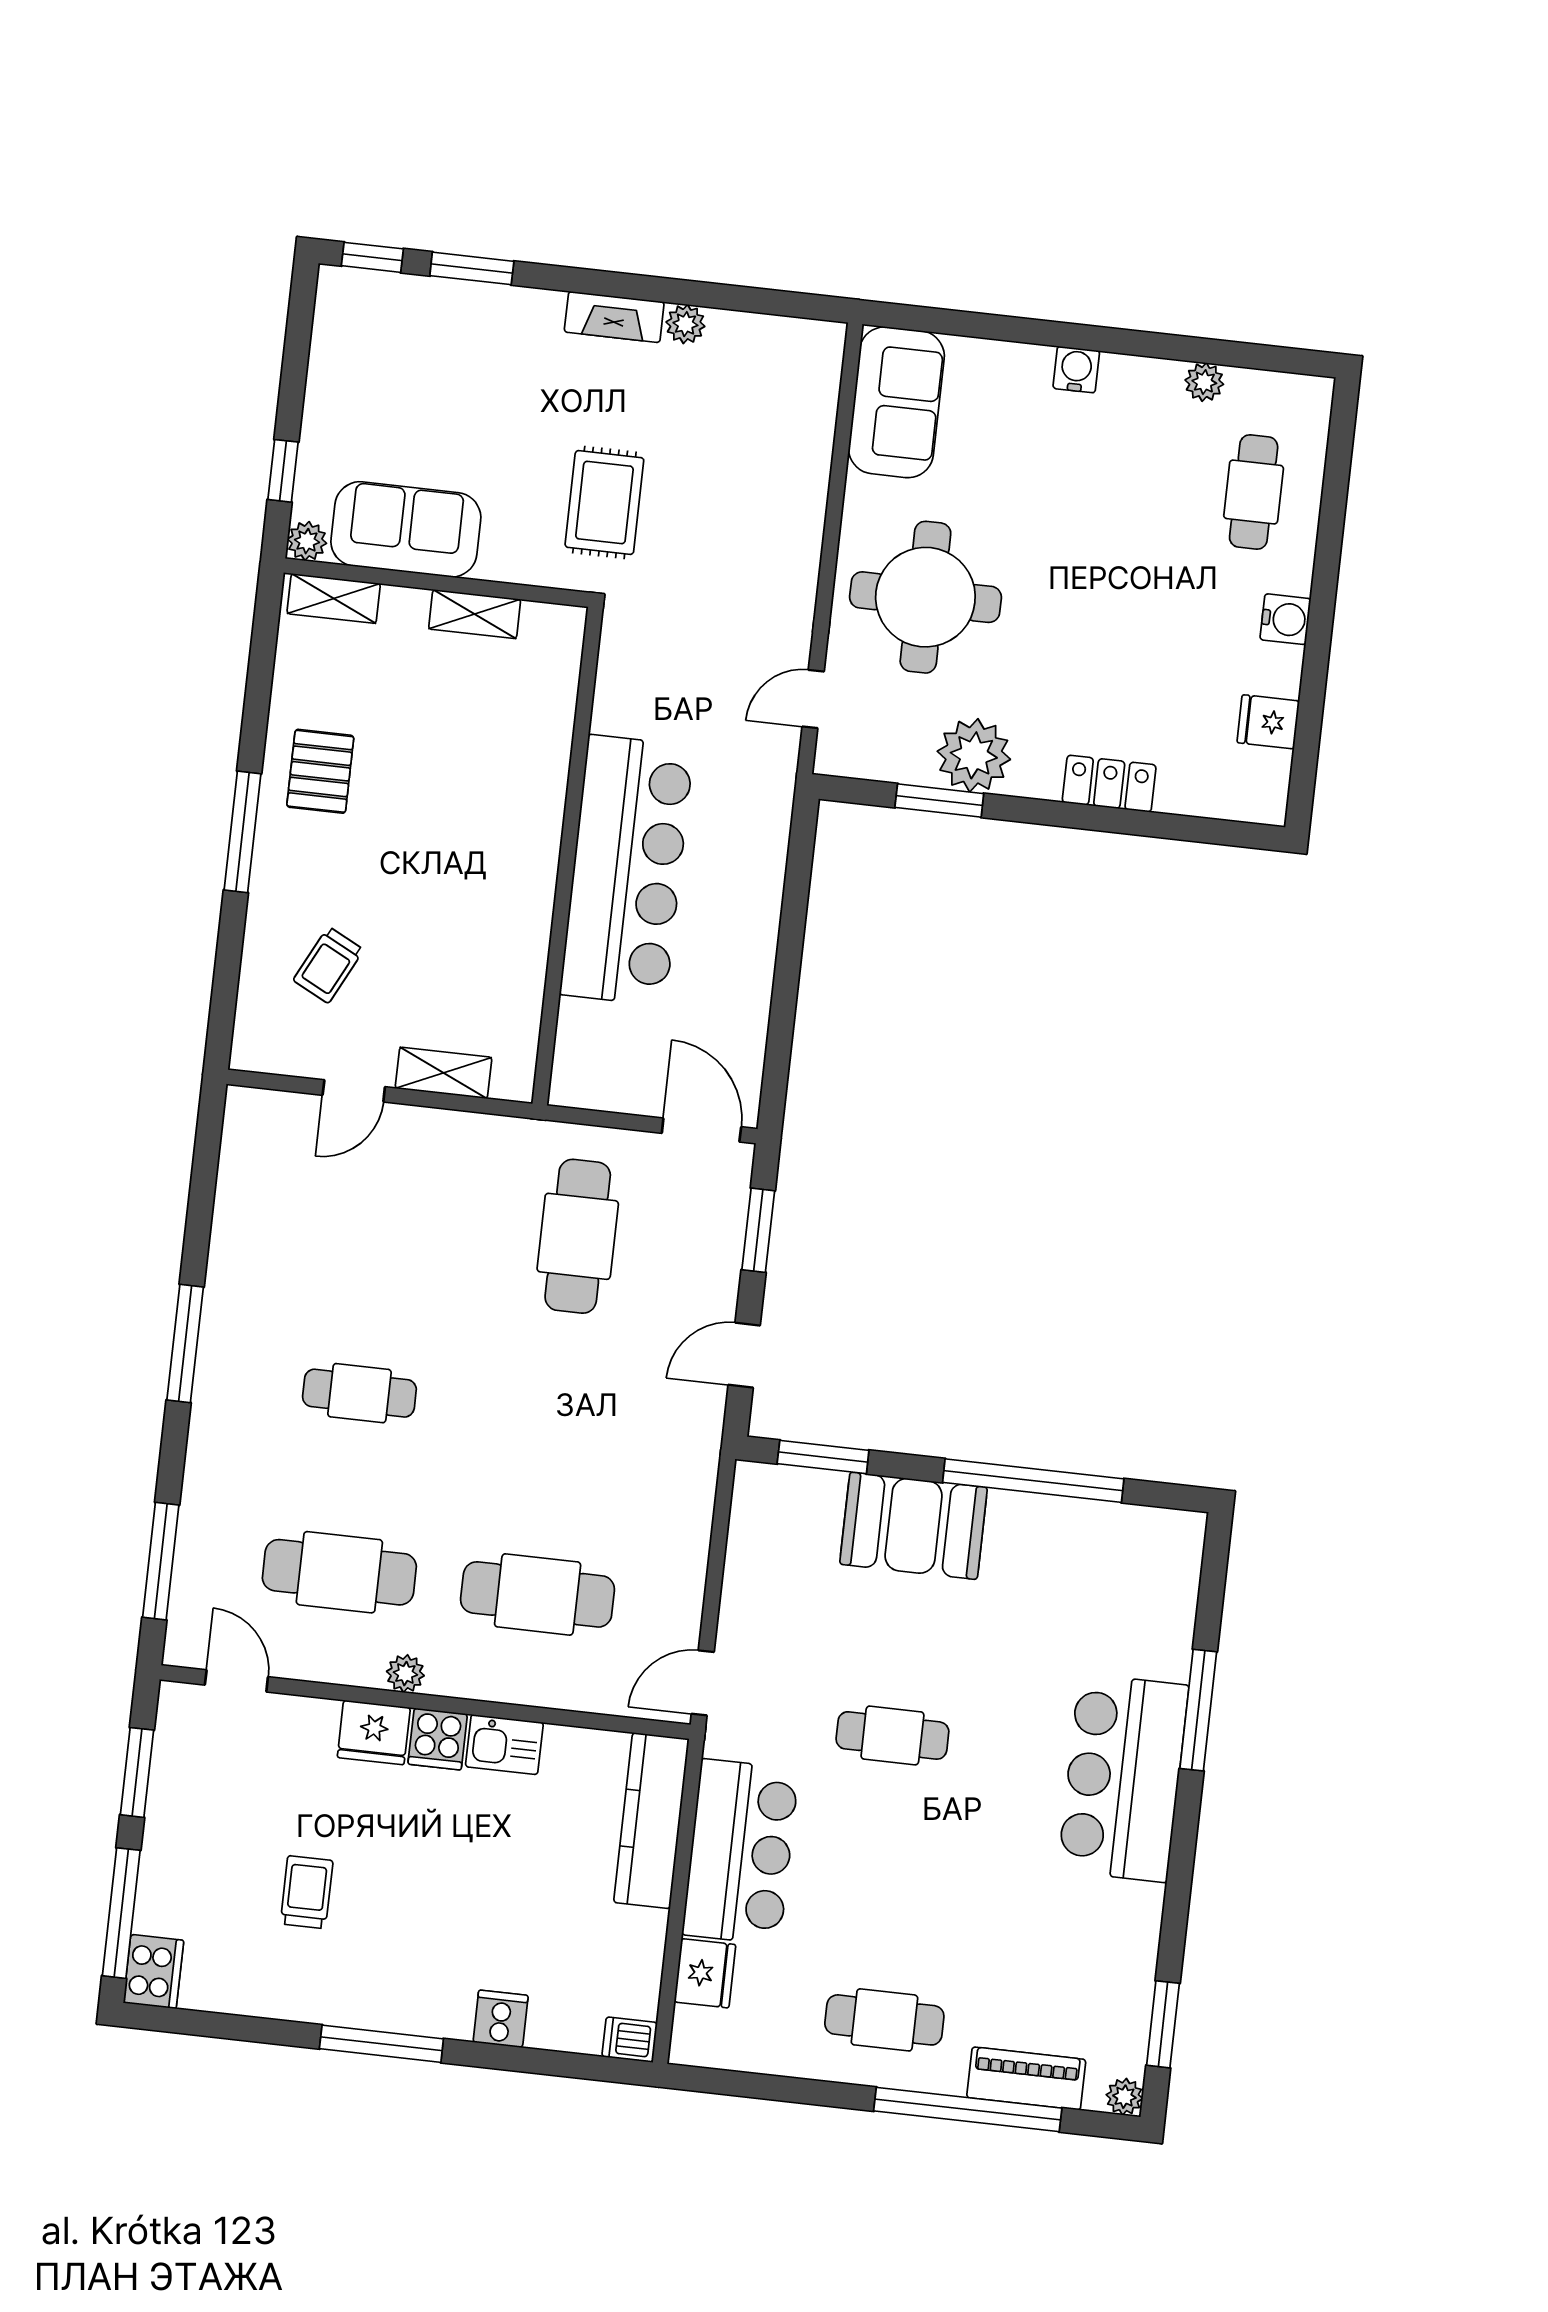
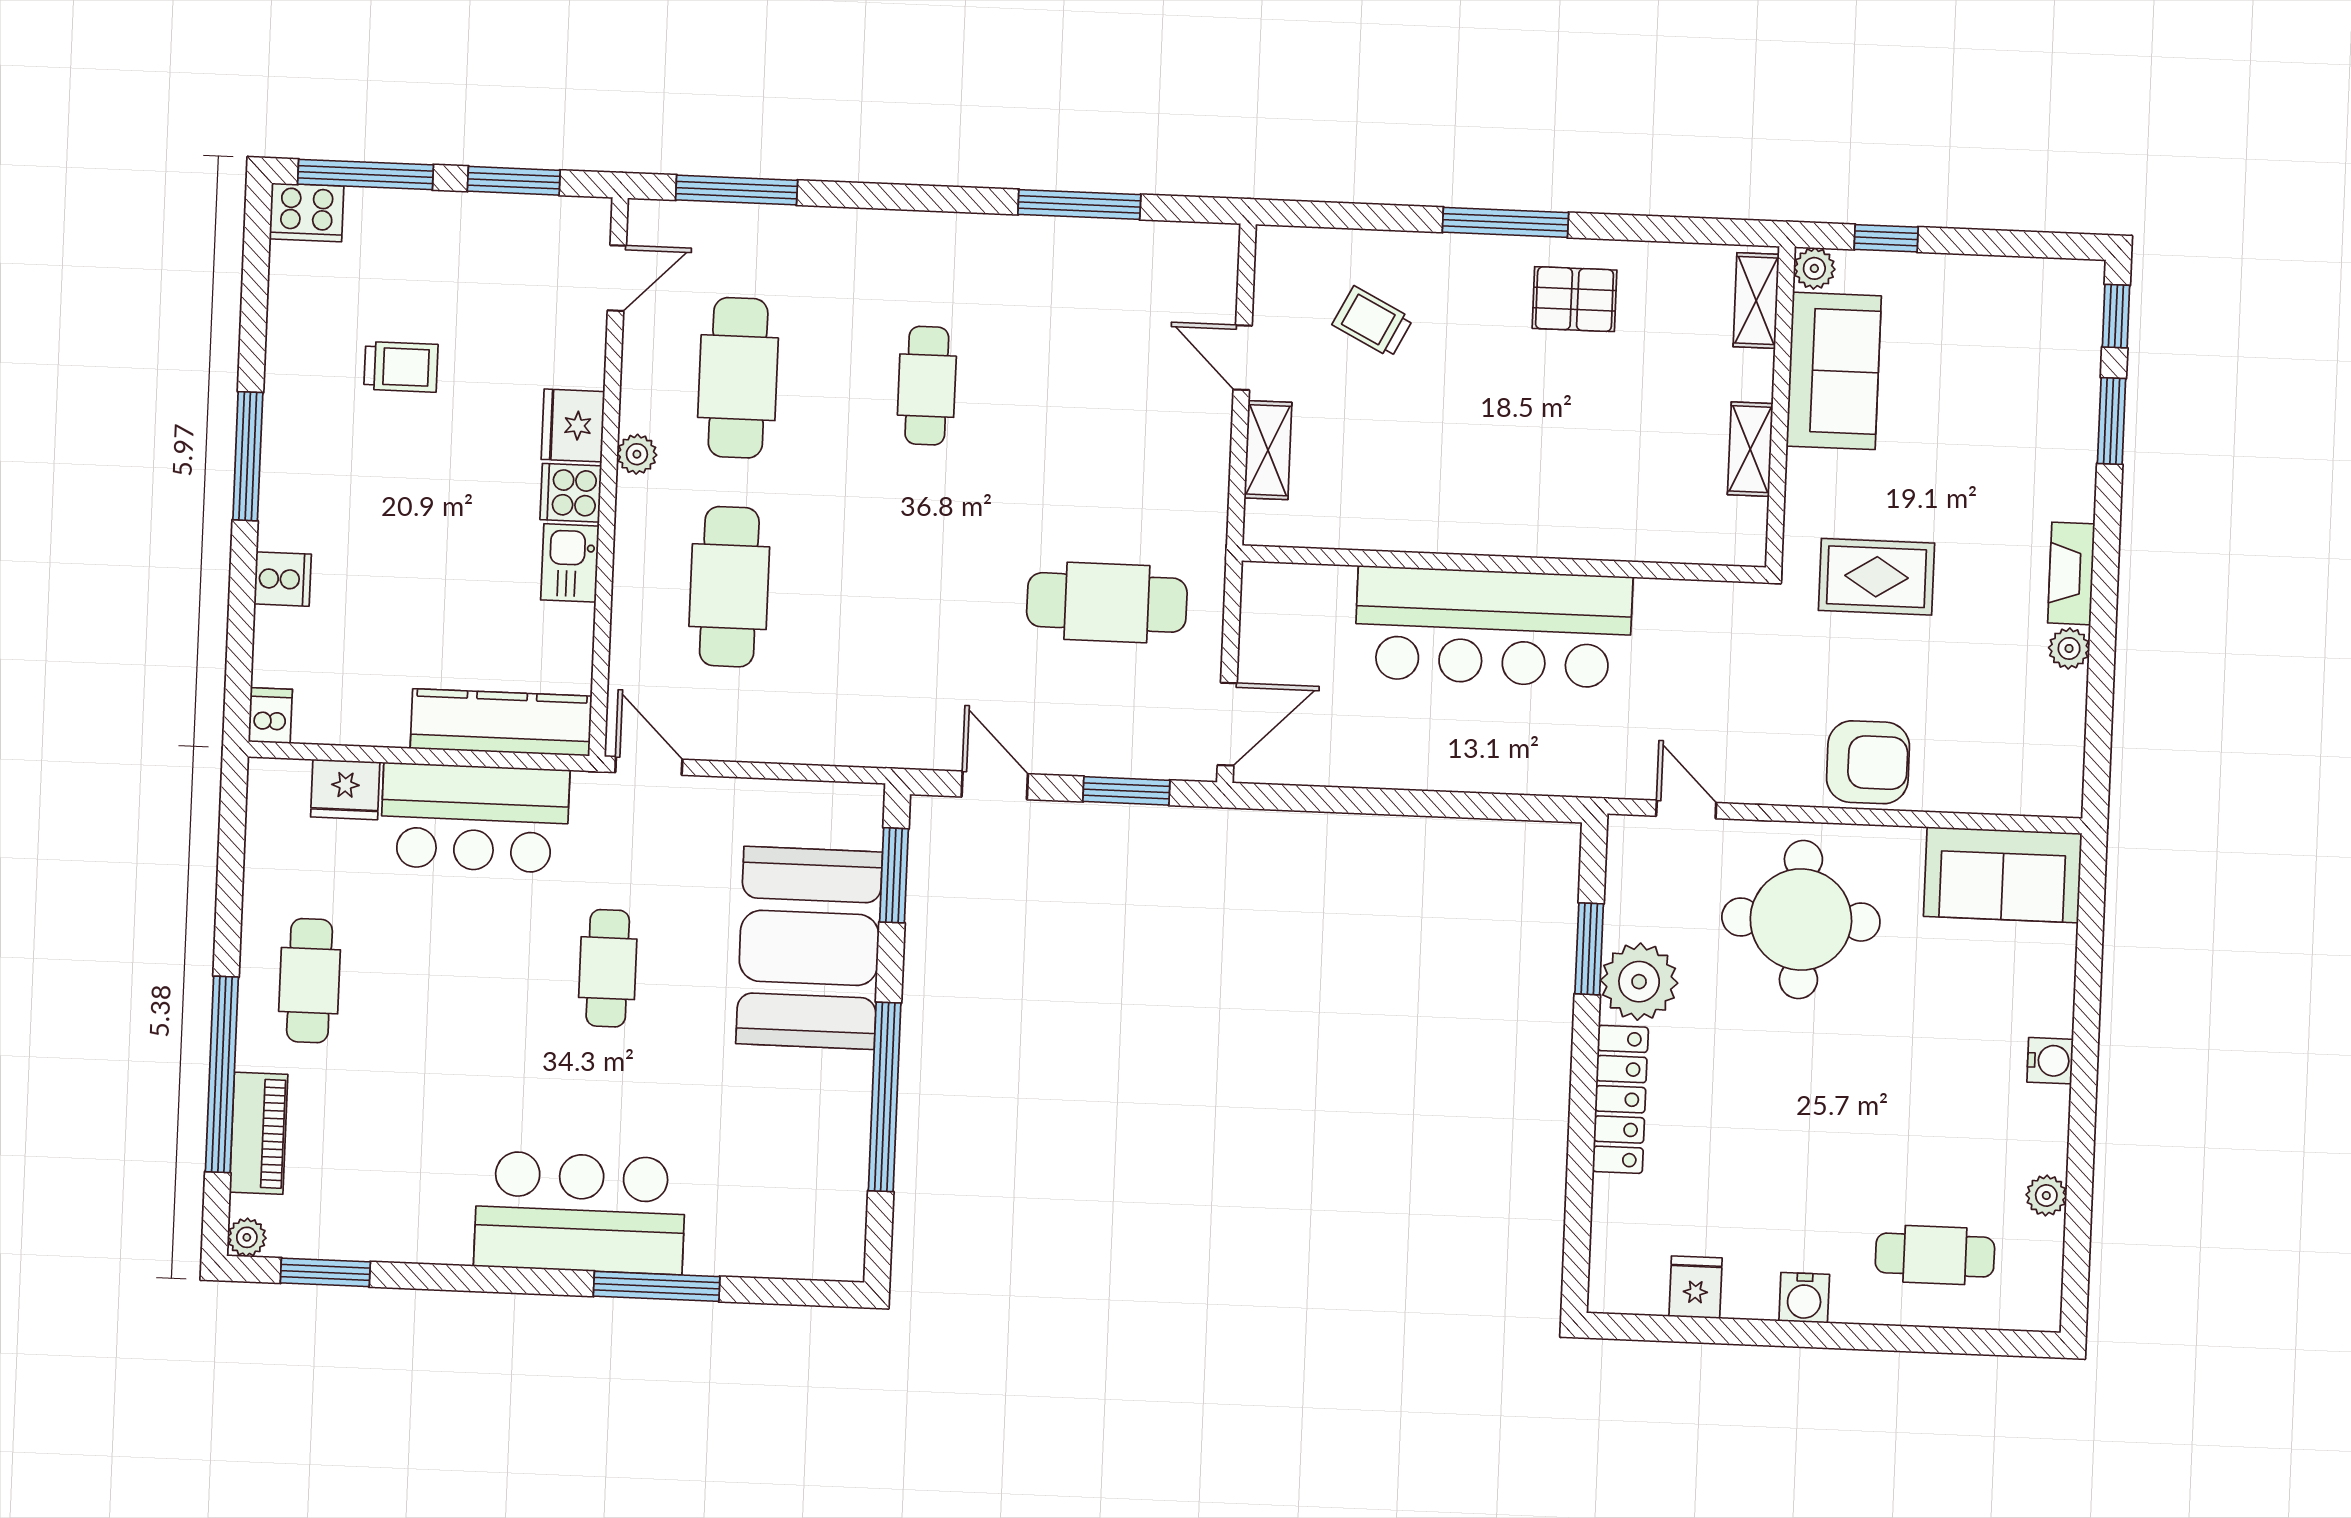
armchair: (780, 523) -> (1868, 762), added
locker: (1109, 784) -> (1620, 1099), width x1.53
window: (185, 1343) -> (1079, 204), moved
booth: (914, 1526) -> (809, 948), width x1.36, depth x1.42

